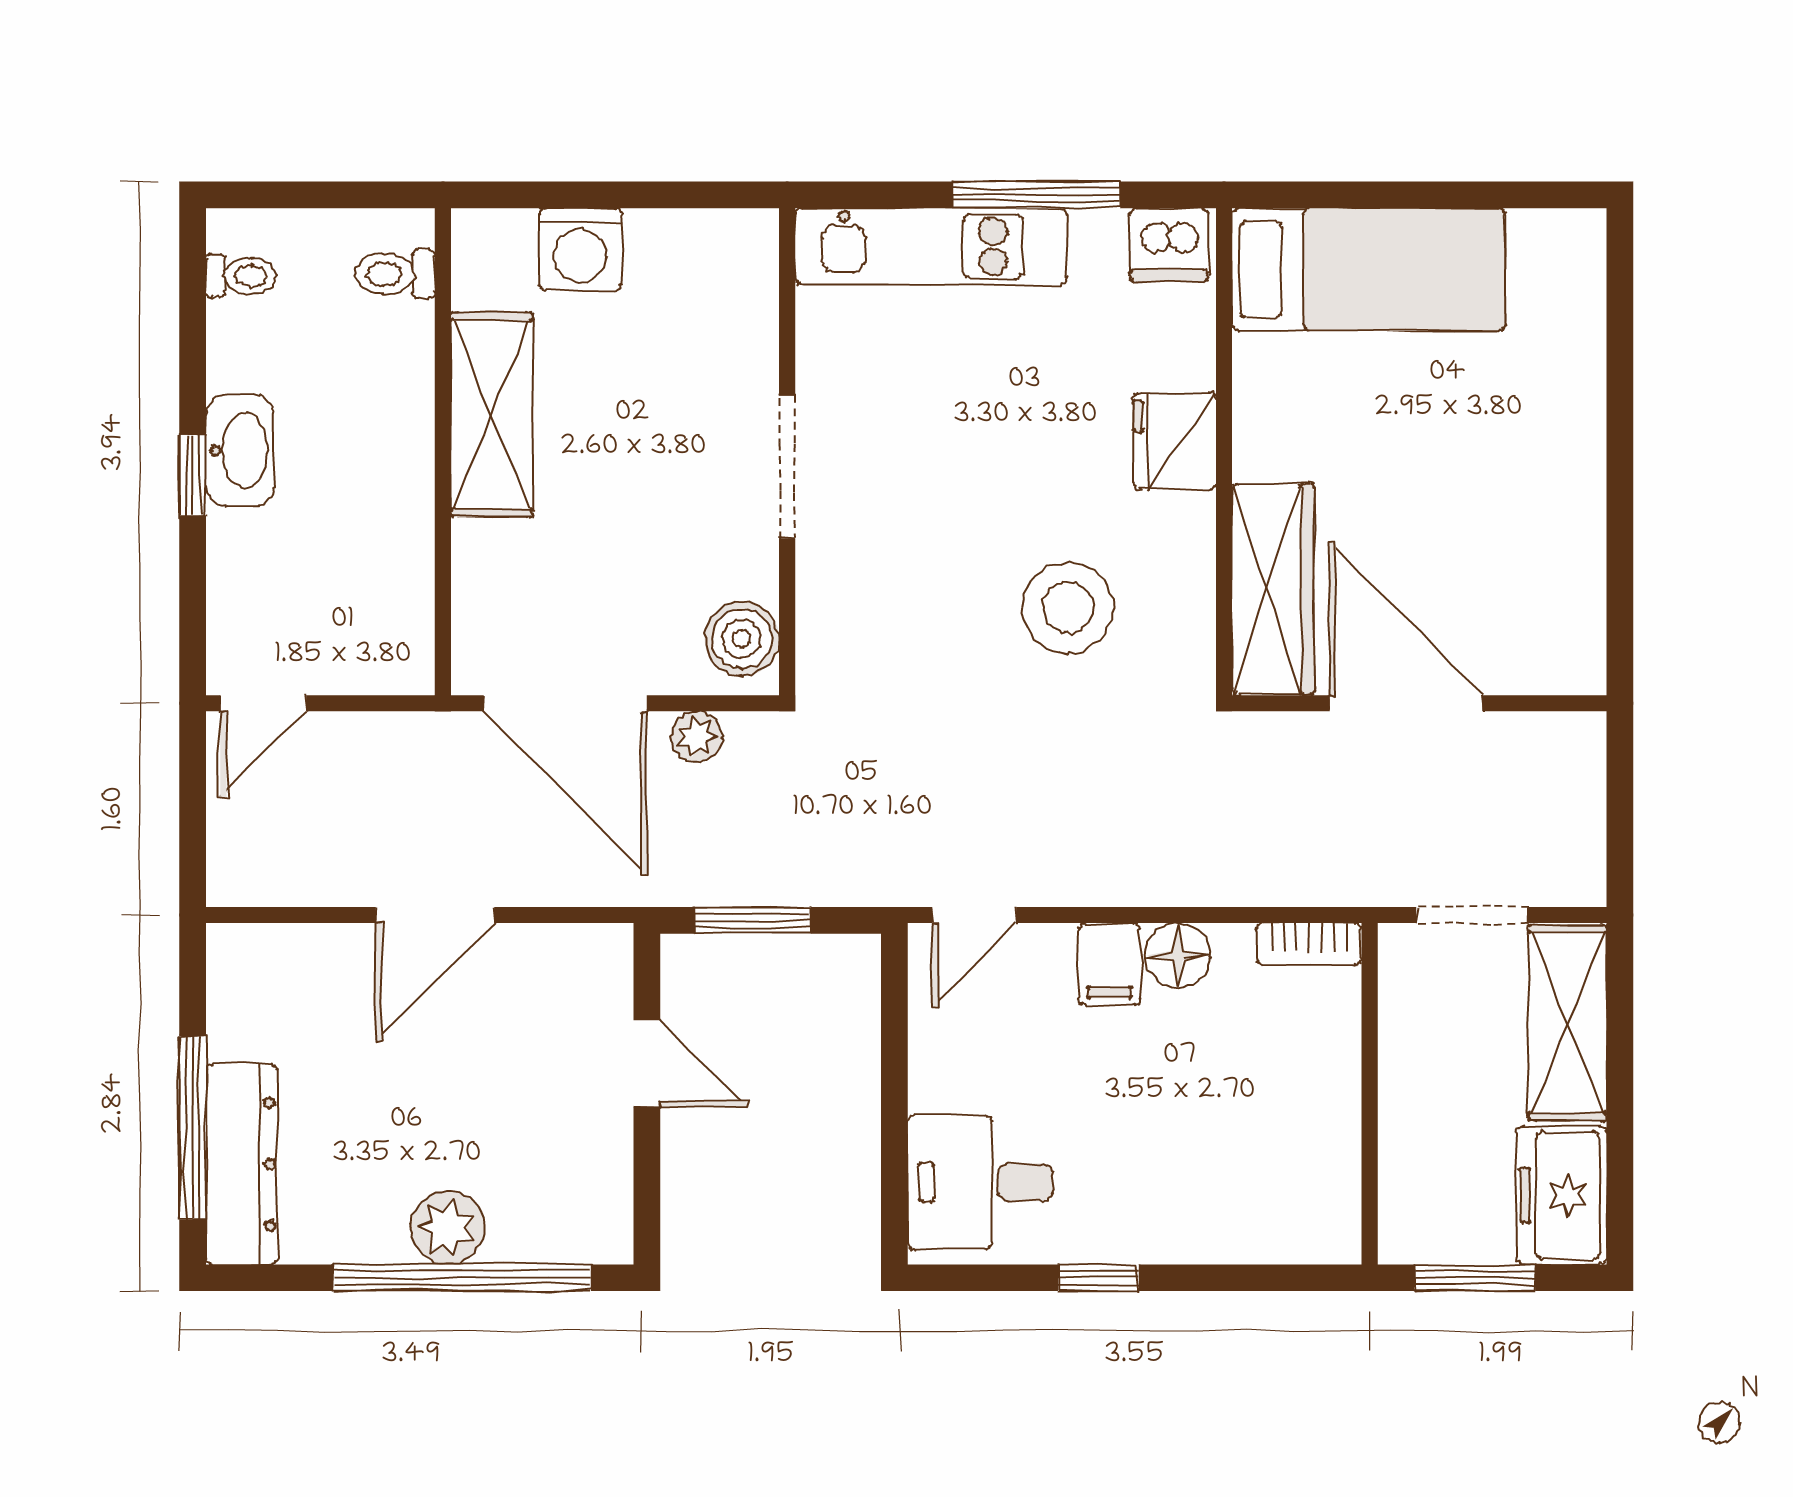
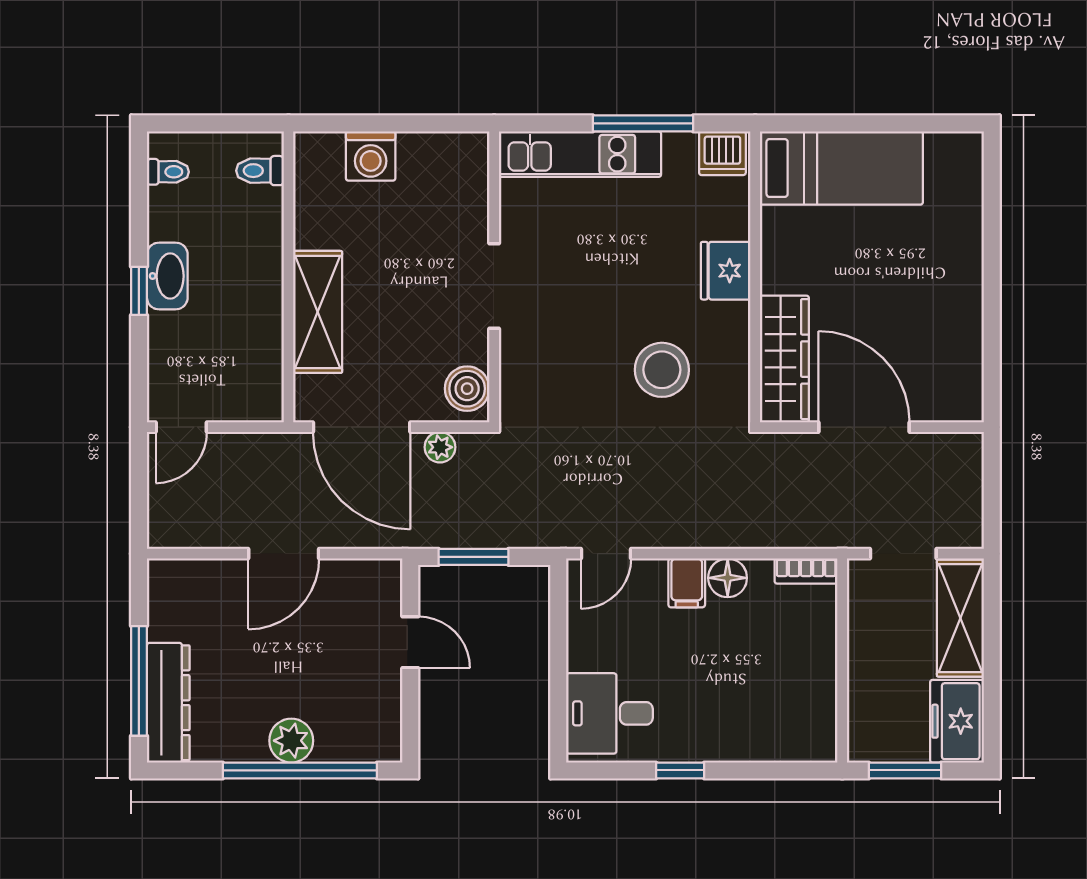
shelving: (492, 415) -> (318, 312), moved

